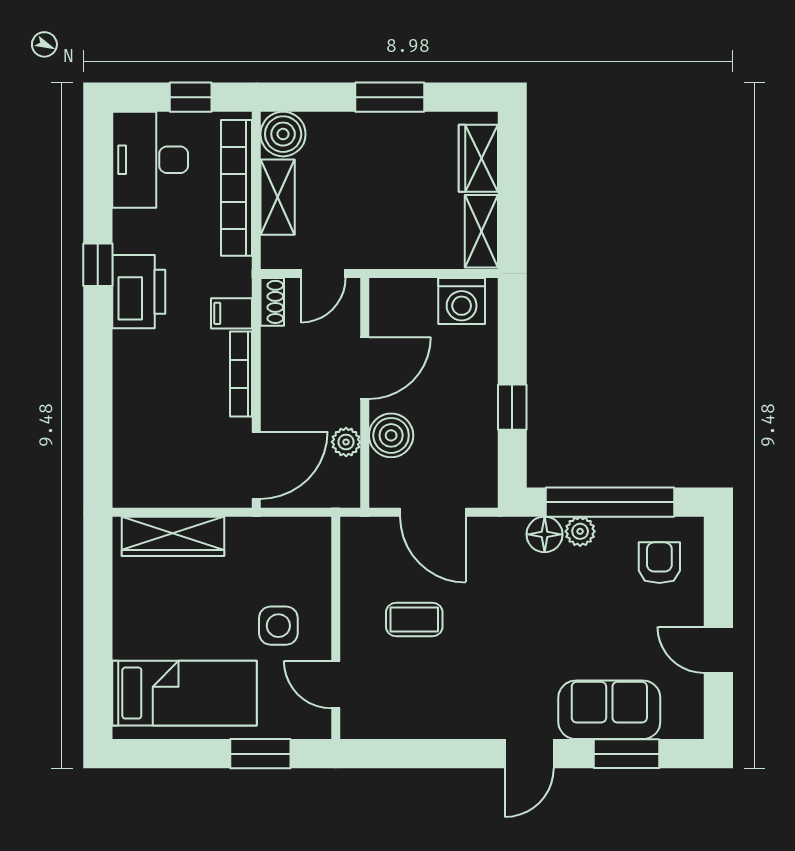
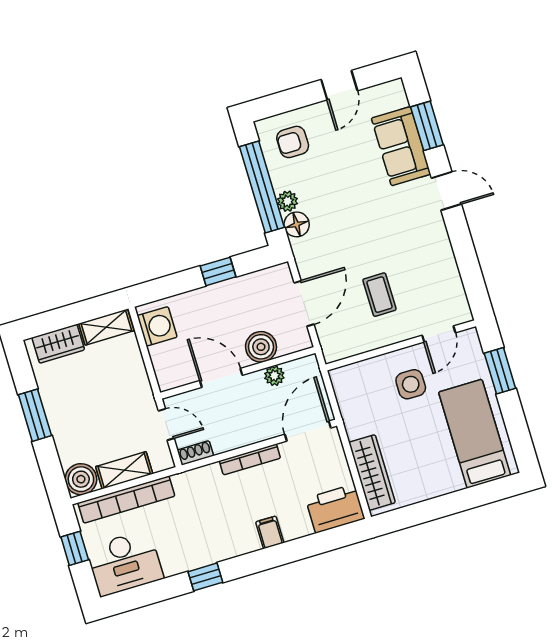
printer: (139, 292) -> (335, 508), moved
filing cabinet: (232, 313) -> (270, 532), moved, turned 180
door: (256, 465) -> (308, 431), hinge flipped

